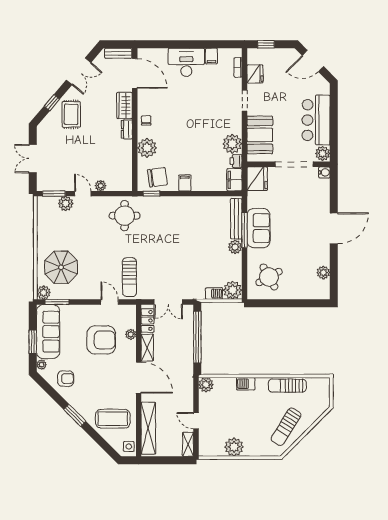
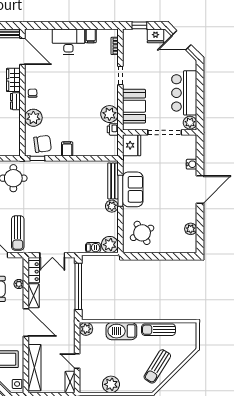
fridge: (255, 74) -> (156, 36), moved, turned 90
water cooler: (324, 172) -> (191, 164), moved
filing cabinet: (234, 180) -> (111, 146), removed
barbecue: (246, 384) -> (121, 331), width x1.88, depth x1.53

